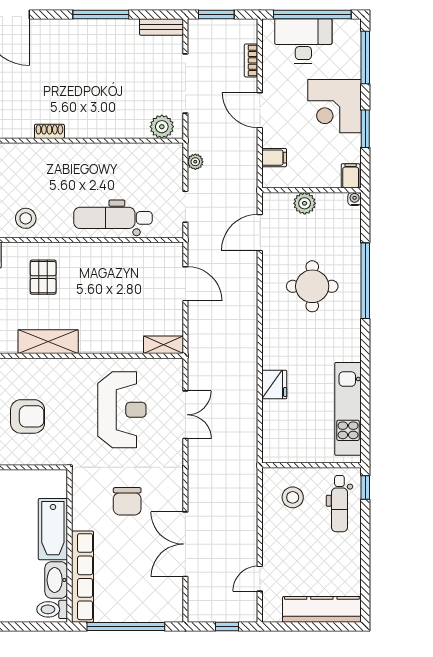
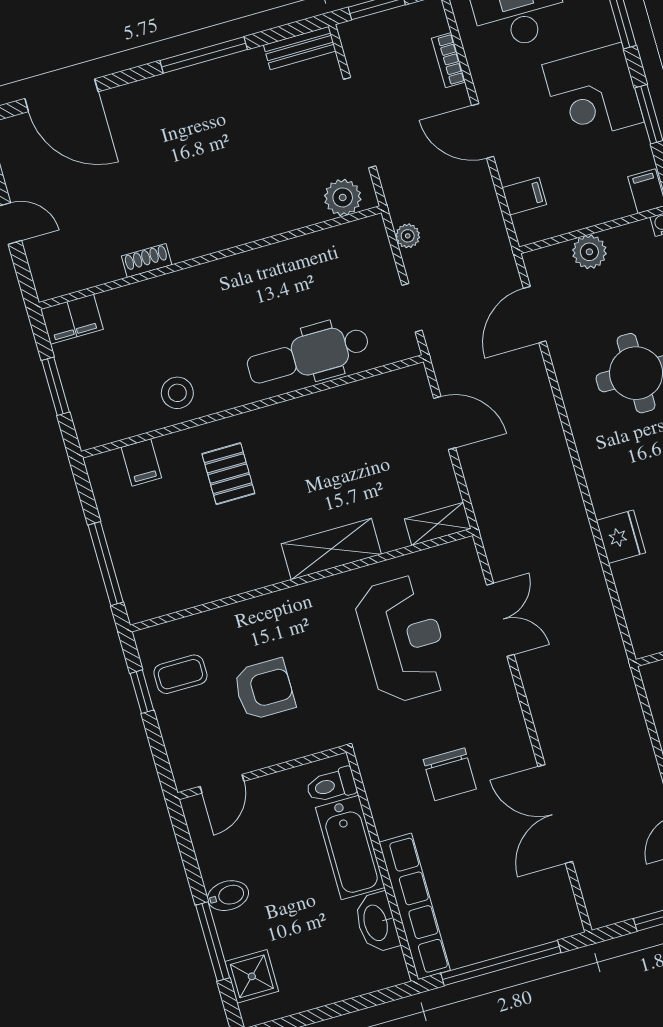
shoe rack: (49, 131) -> (147, 260), moved
shelving: (48, 342) -> (331, 549), moved
toilet: (52, 609) -> (331, 785), moved

